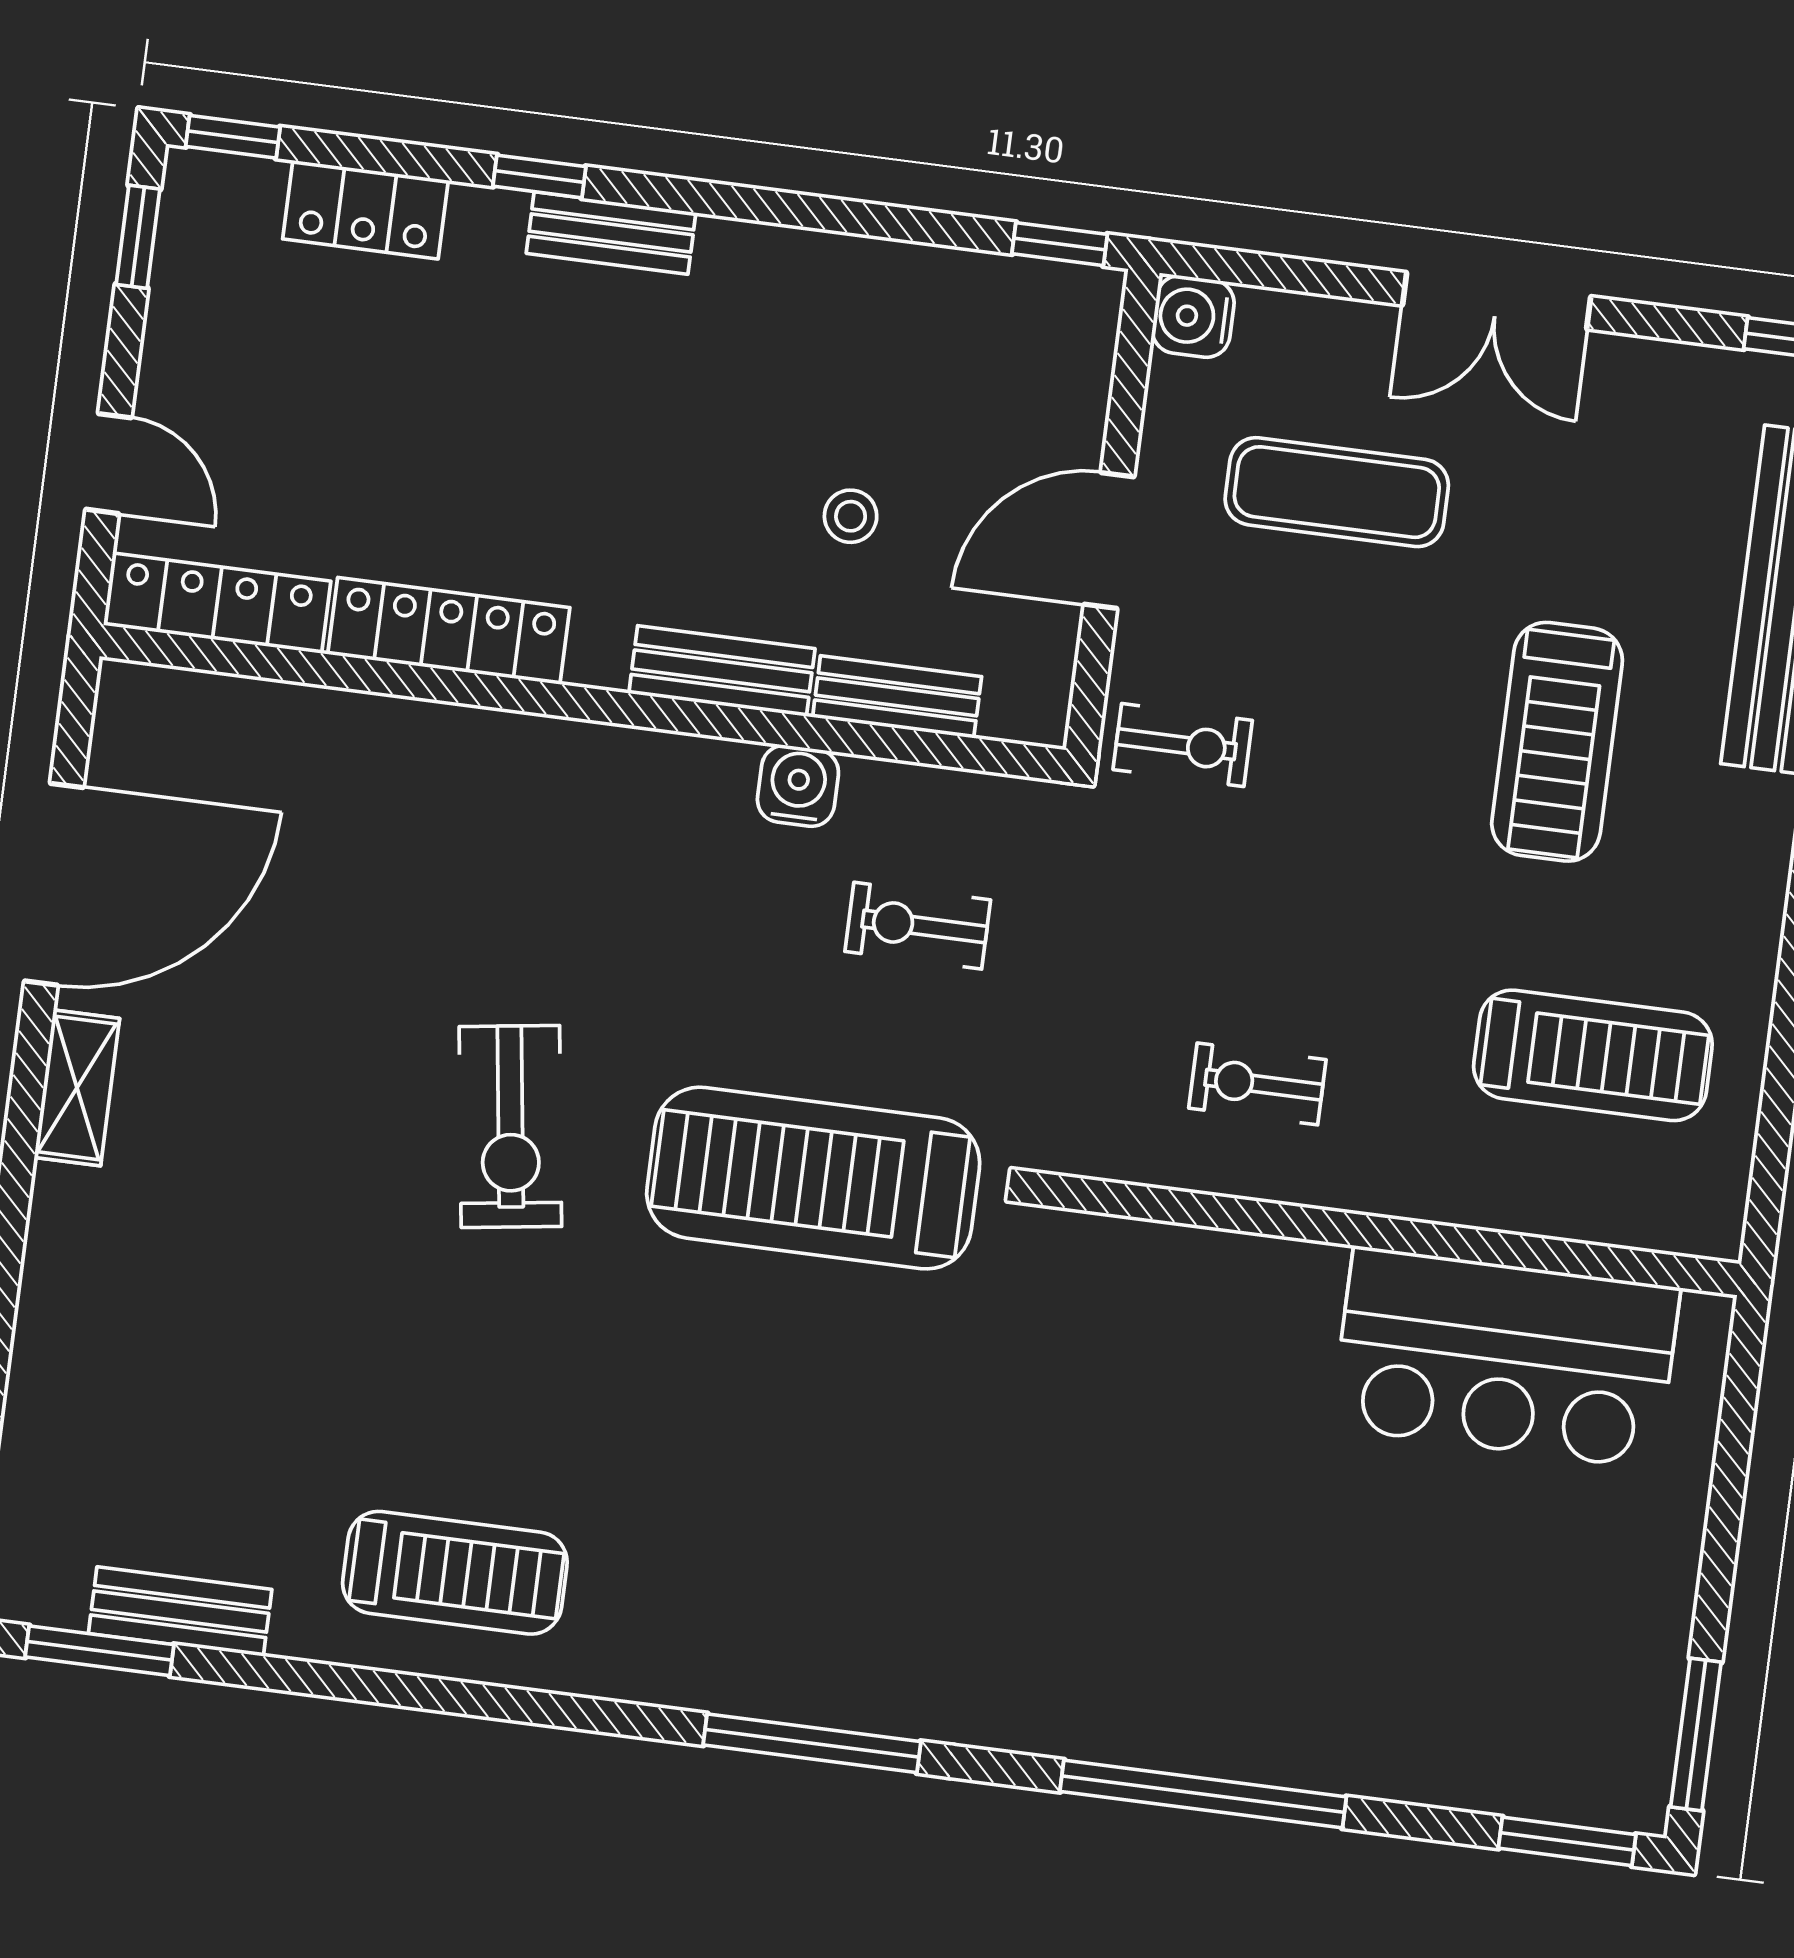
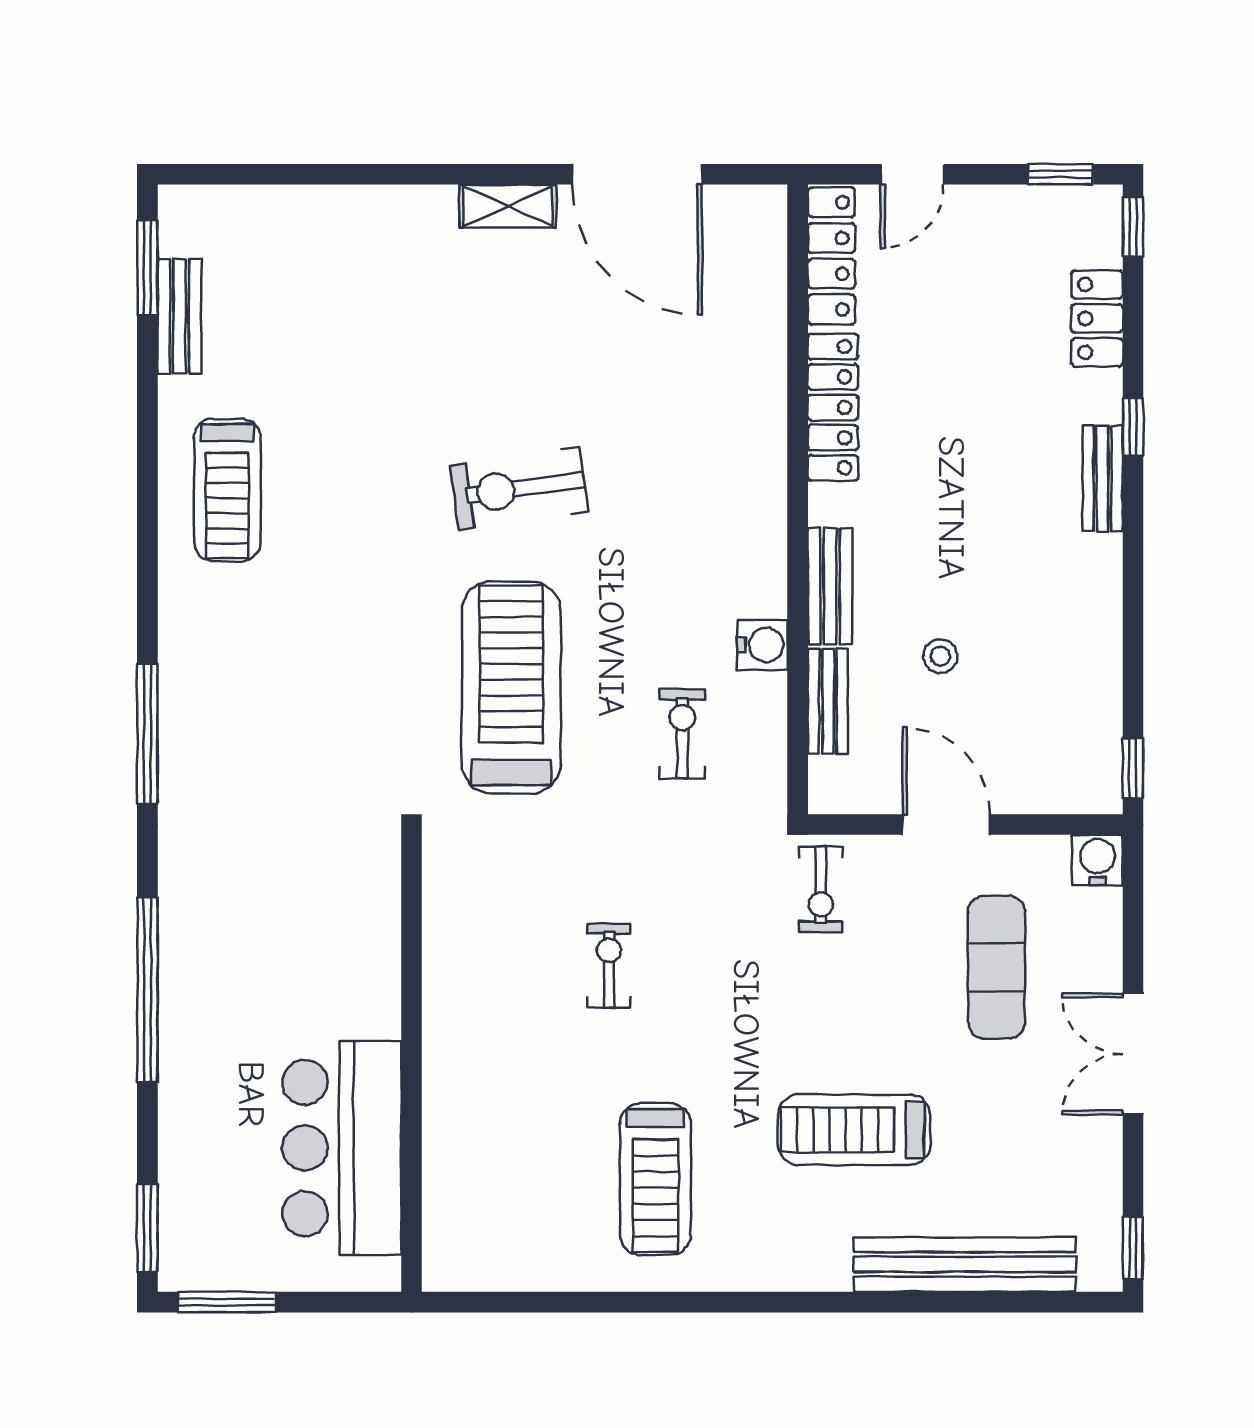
wall: (1390, 1234) -> (412, 1063), moved
bar counter: (1505, 1358) -> (342, 1148), moved

